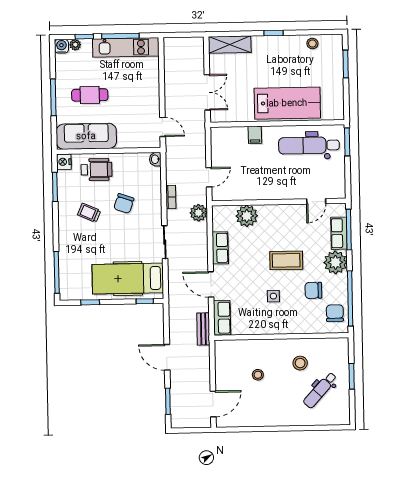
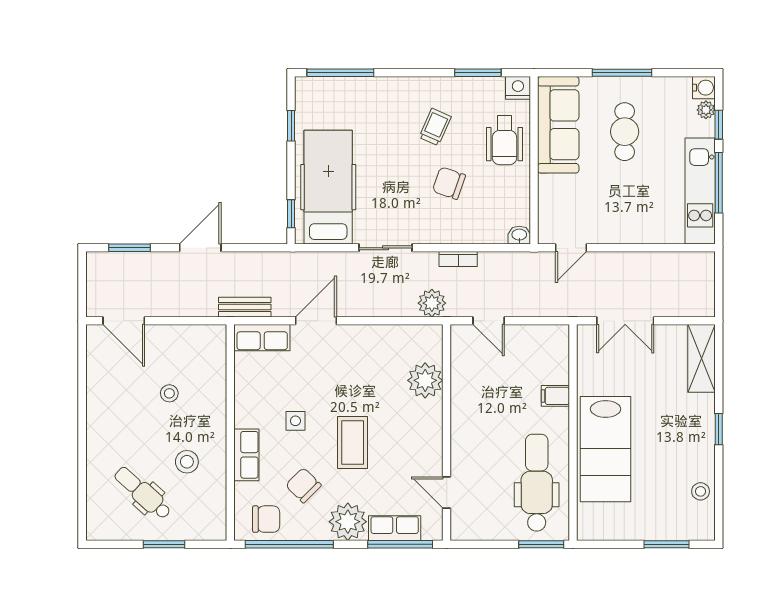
row of seats: (220, 248) -> (246, 455), moved, turned -90
chair: (313, 290) -> (303, 485), turned -45

